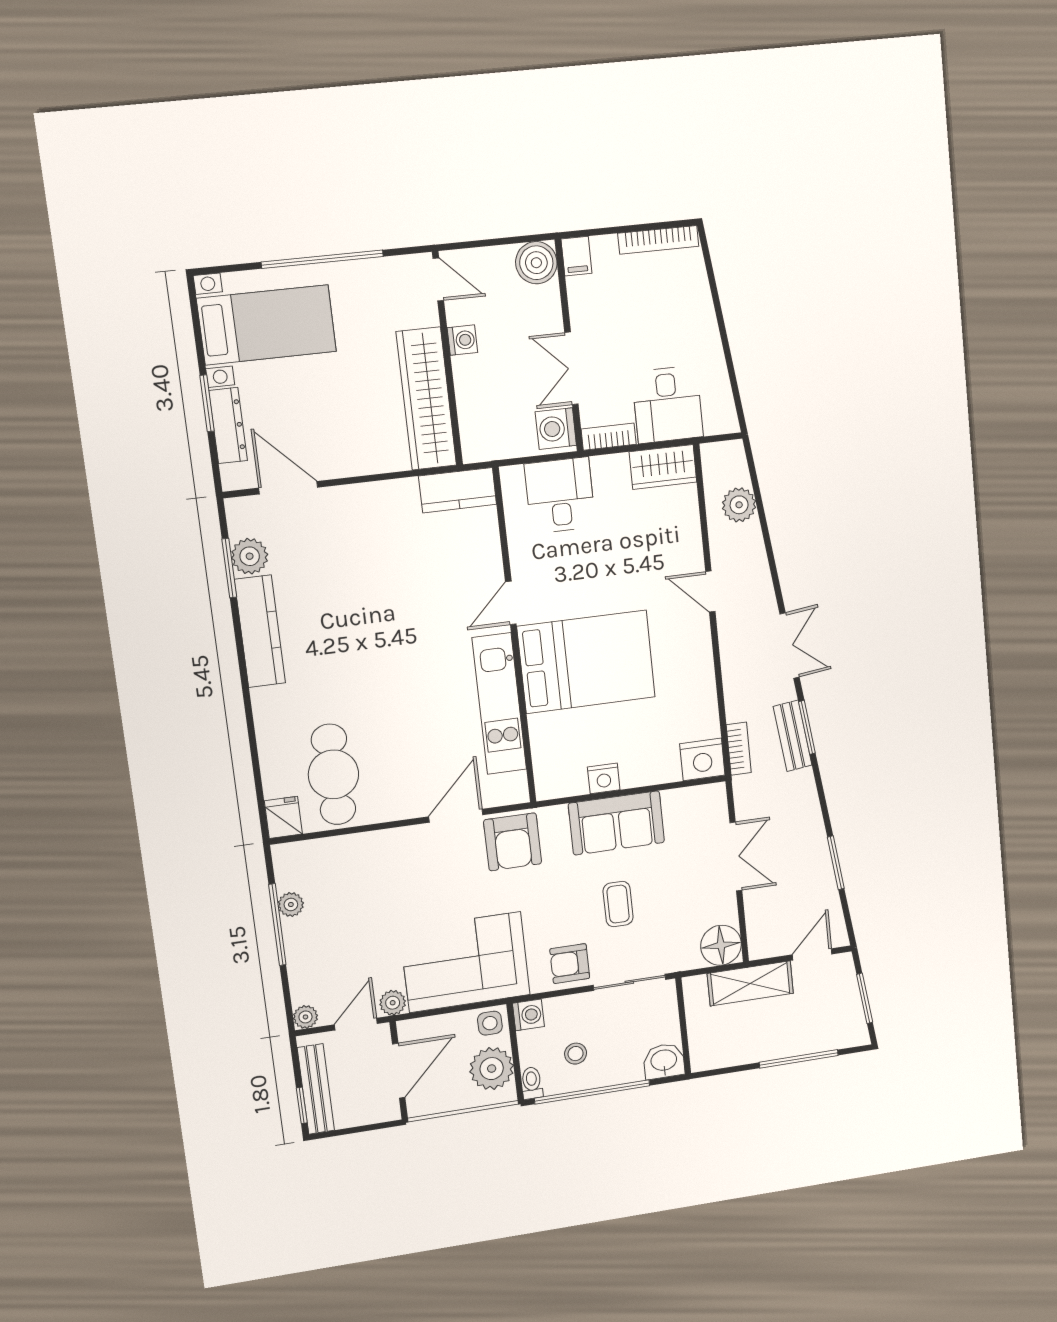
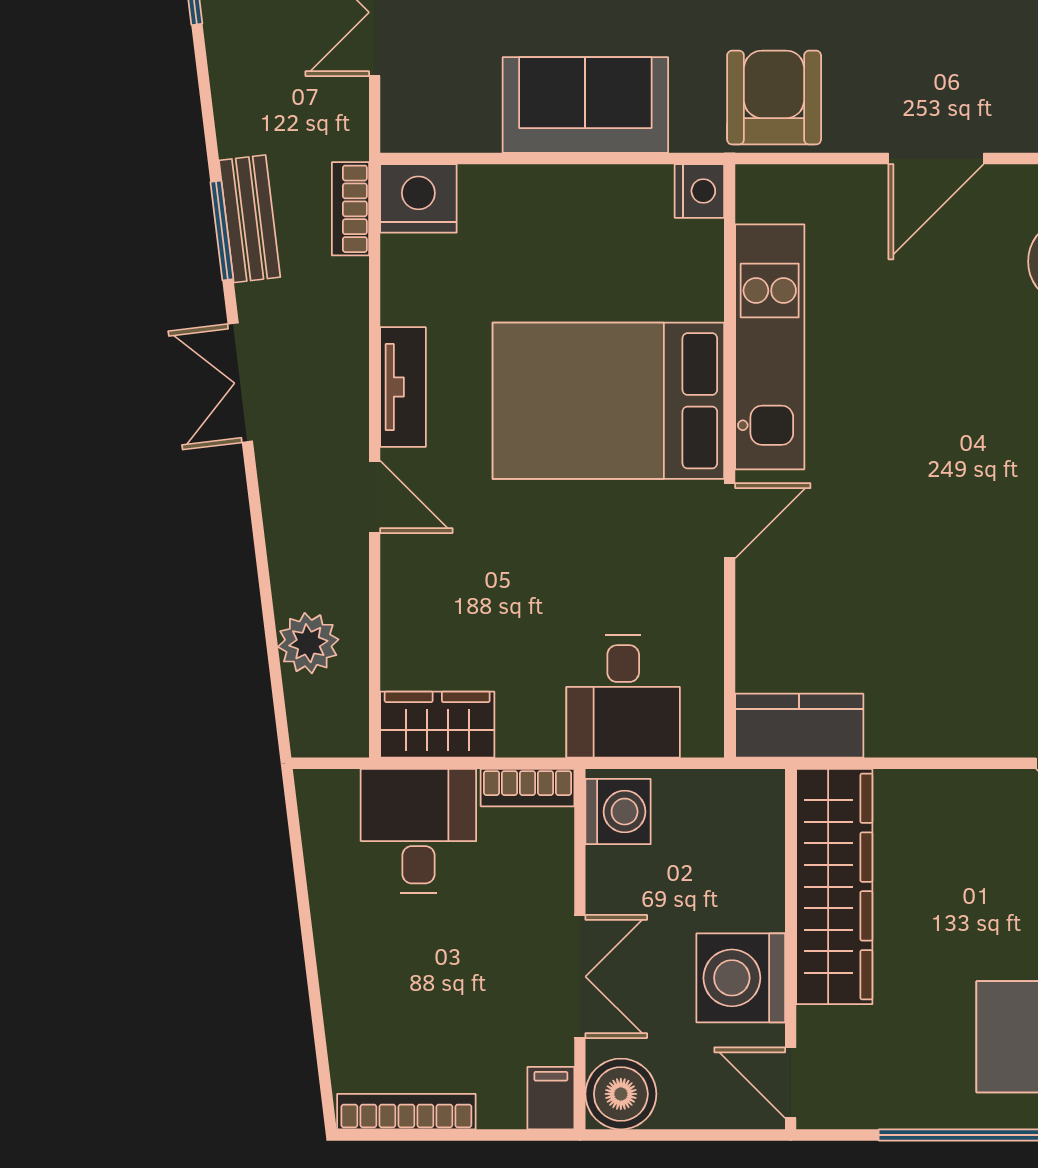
washing machine: (462, 340) -> (741, 978), width x1.89, depth x1.89
double door: (571, 368) -> (580, 977), moved
tv unit: (701, 655) -> (403, 387), added
nightstand: (604, 778) -> (699, 191), moved, turned 90
door: (456, 816) -> (936, 159), moved

